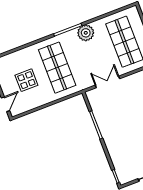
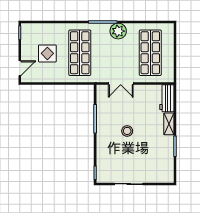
double door: (107, 82) -> (121, 84), swing flipped
stool: (131, 125) -> (127, 131), added

